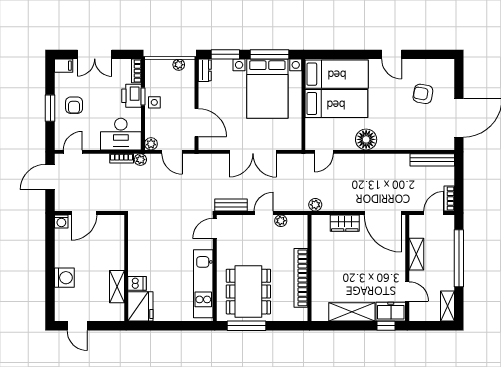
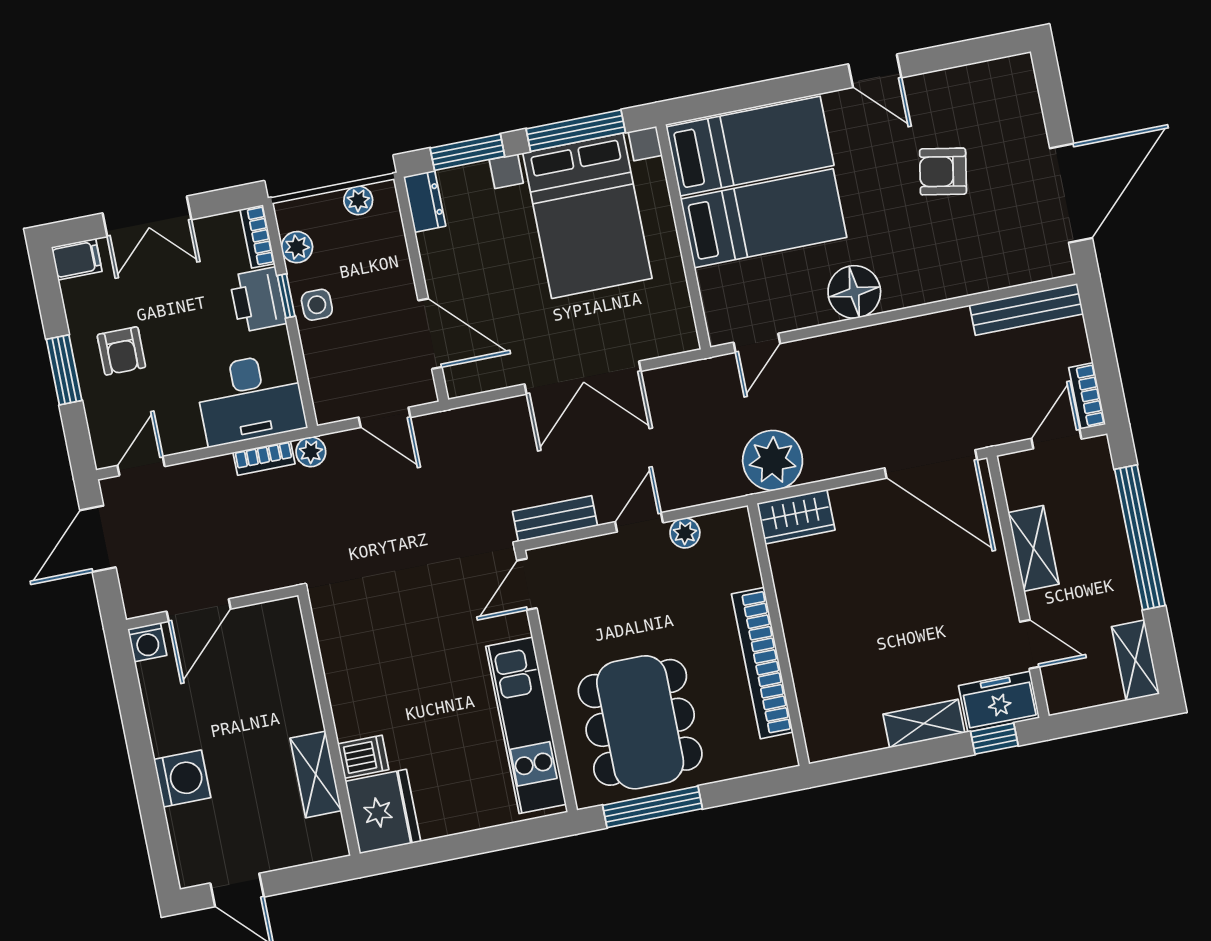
armchair: (423, 94) -> (943, 172), moved
plant: (151, 144) -> (297, 247), moved
plant: (315, 205) -> (773, 460), width x1.87, depth x1.87
wardrobe: (345, 223) -> (796, 517), moved
shelving: (352, 312) -> (924, 723), width x0.67, depth x0.75

